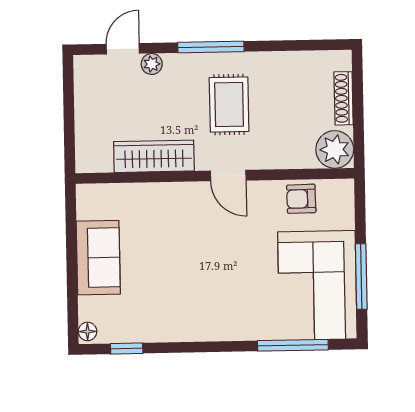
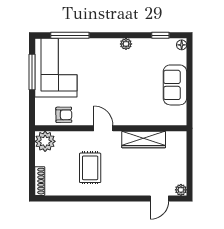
window: (211, 47) -> (111, 198), removed
plant: (152, 64) -> (181, 190), moved
shoe rack: (344, 98) -> (40, 181), moved
rug: (229, 105) -> (90, 168), moved
plant: (190, 331) -> (126, 44), added

